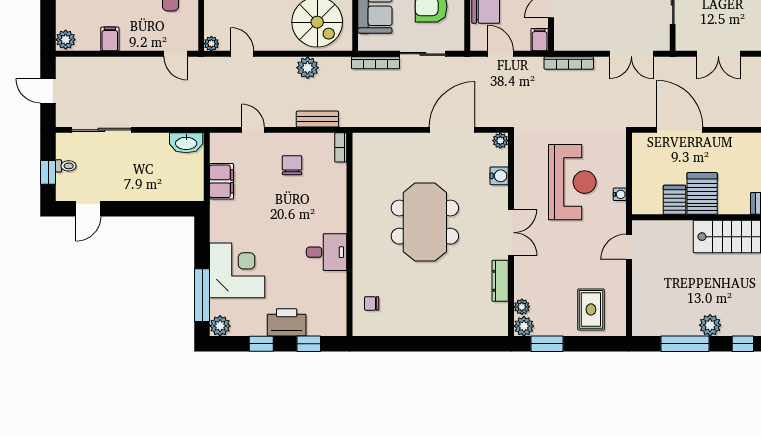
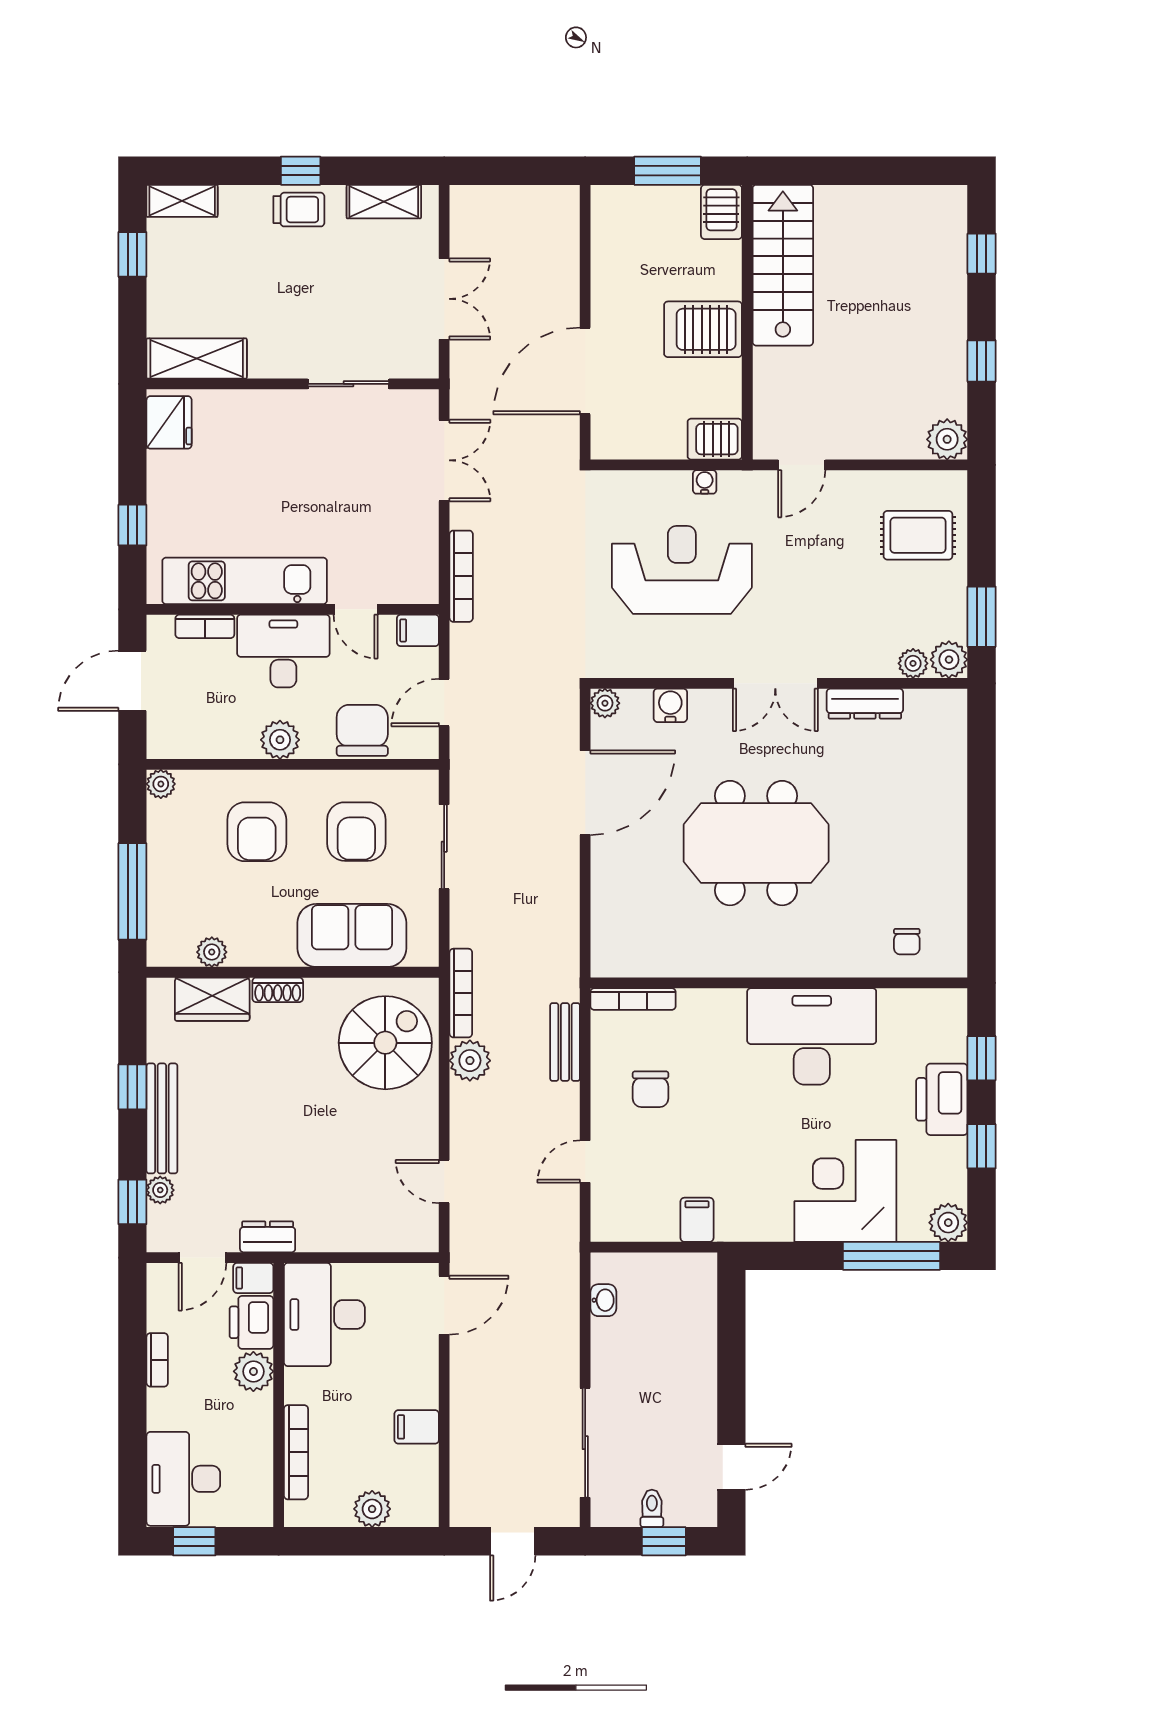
plant: (66, 40) -> (372, 1509), moved
plant: (211, 44) -> (425, 1239), removed
door: (175, 54) -> (444, 1305), width x1.38
door: (242, 54) -> (444, 1182), hinge flipped
bookcase: (375, 63) -> (461, 993), moved
door: (452, 130) -> (585, 793), swing flipped
washbasin: (186, 143) -> (603, 1300), width x0.52, depth x0.69
bookcase: (341, 147) -> (633, 999), width x1.56
chair: (292, 165) -> (651, 1089), turned -90
filing cabinet: (222, 181) -> (697, 1220), width x0.50
server rack: (674, 200) -> (715, 439), moved
door: (88, 209) -> (731, 1467), hinge flipped
double door: (511, 233) -> (775, 683), swing flipped
door: (629, 247) -> (802, 465), hinge flipped
desk: (327, 252) -> (812, 1036), width x1.87, depth x1.30
plant: (710, 325) -> (947, 439), moved
window: (685, 344) -> (982, 361), width x0.46

